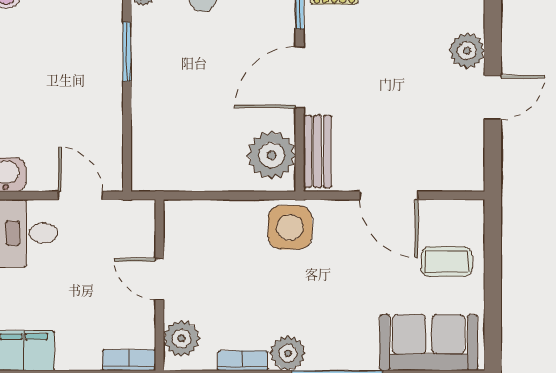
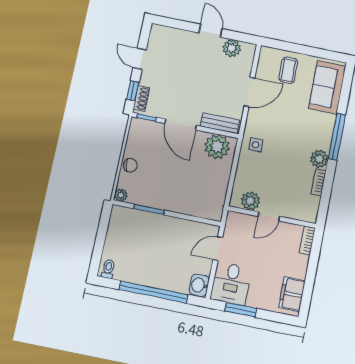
plant: (467, 51) -> (232, 48), moved
side table: (290, 227) -> (256, 145), width x0.54, depth x0.54
plant: (181, 338) -> (250, 201), moved

